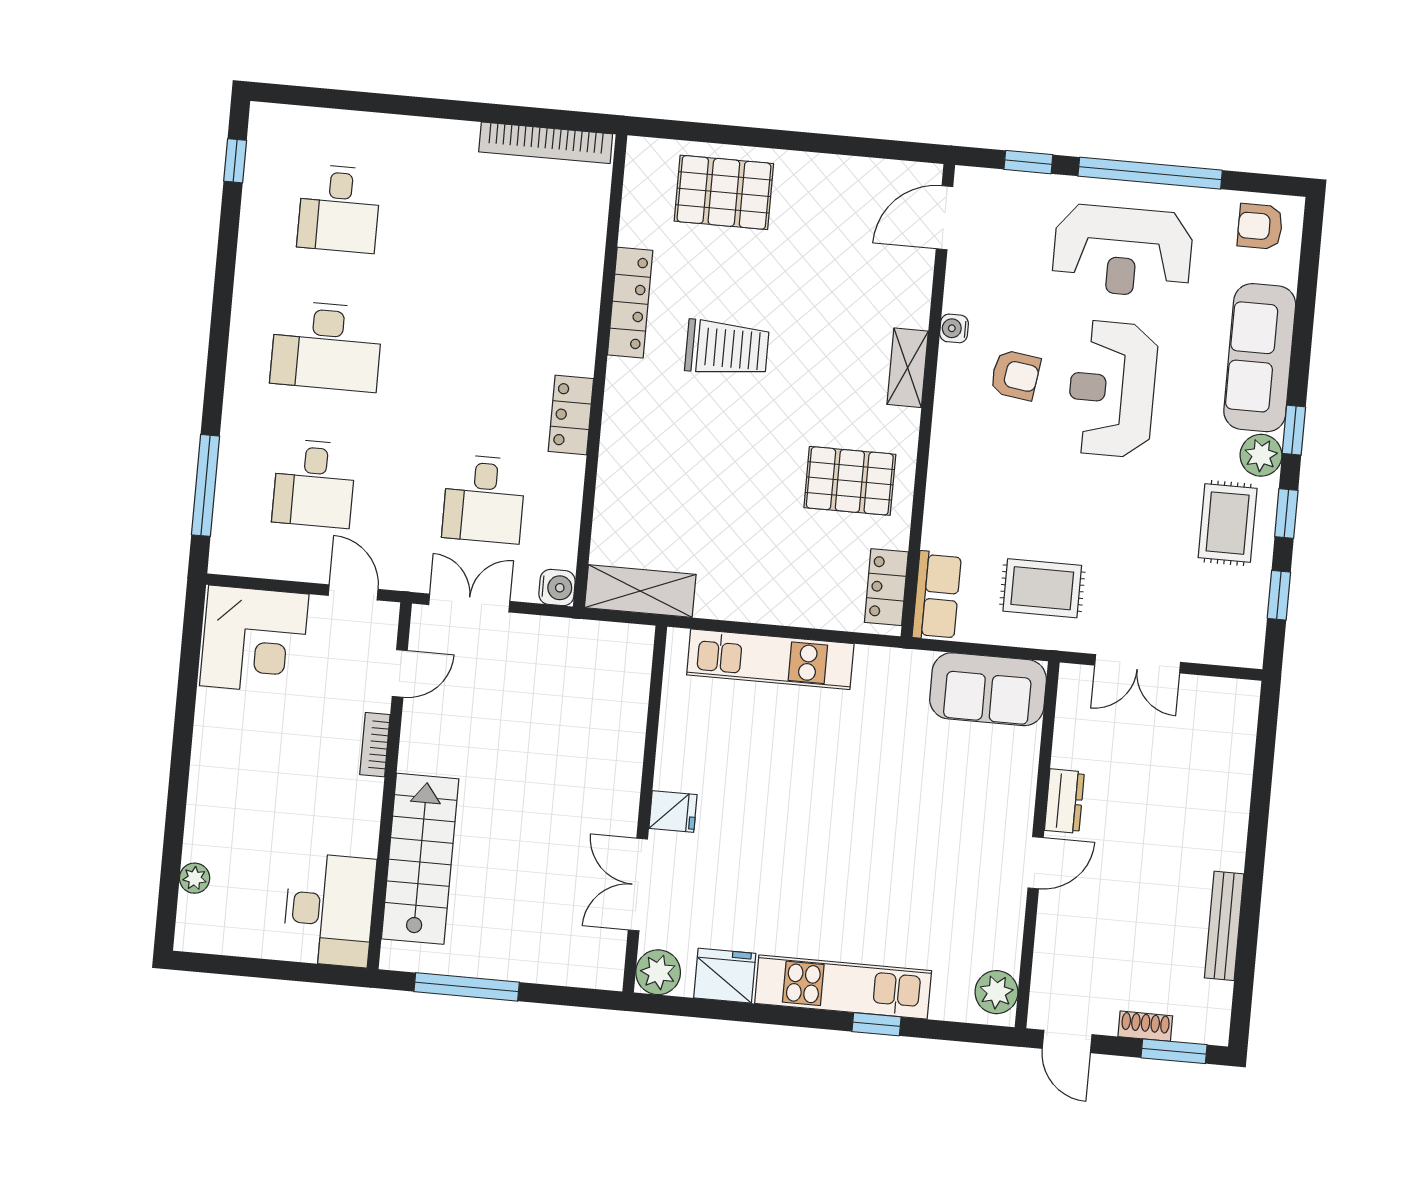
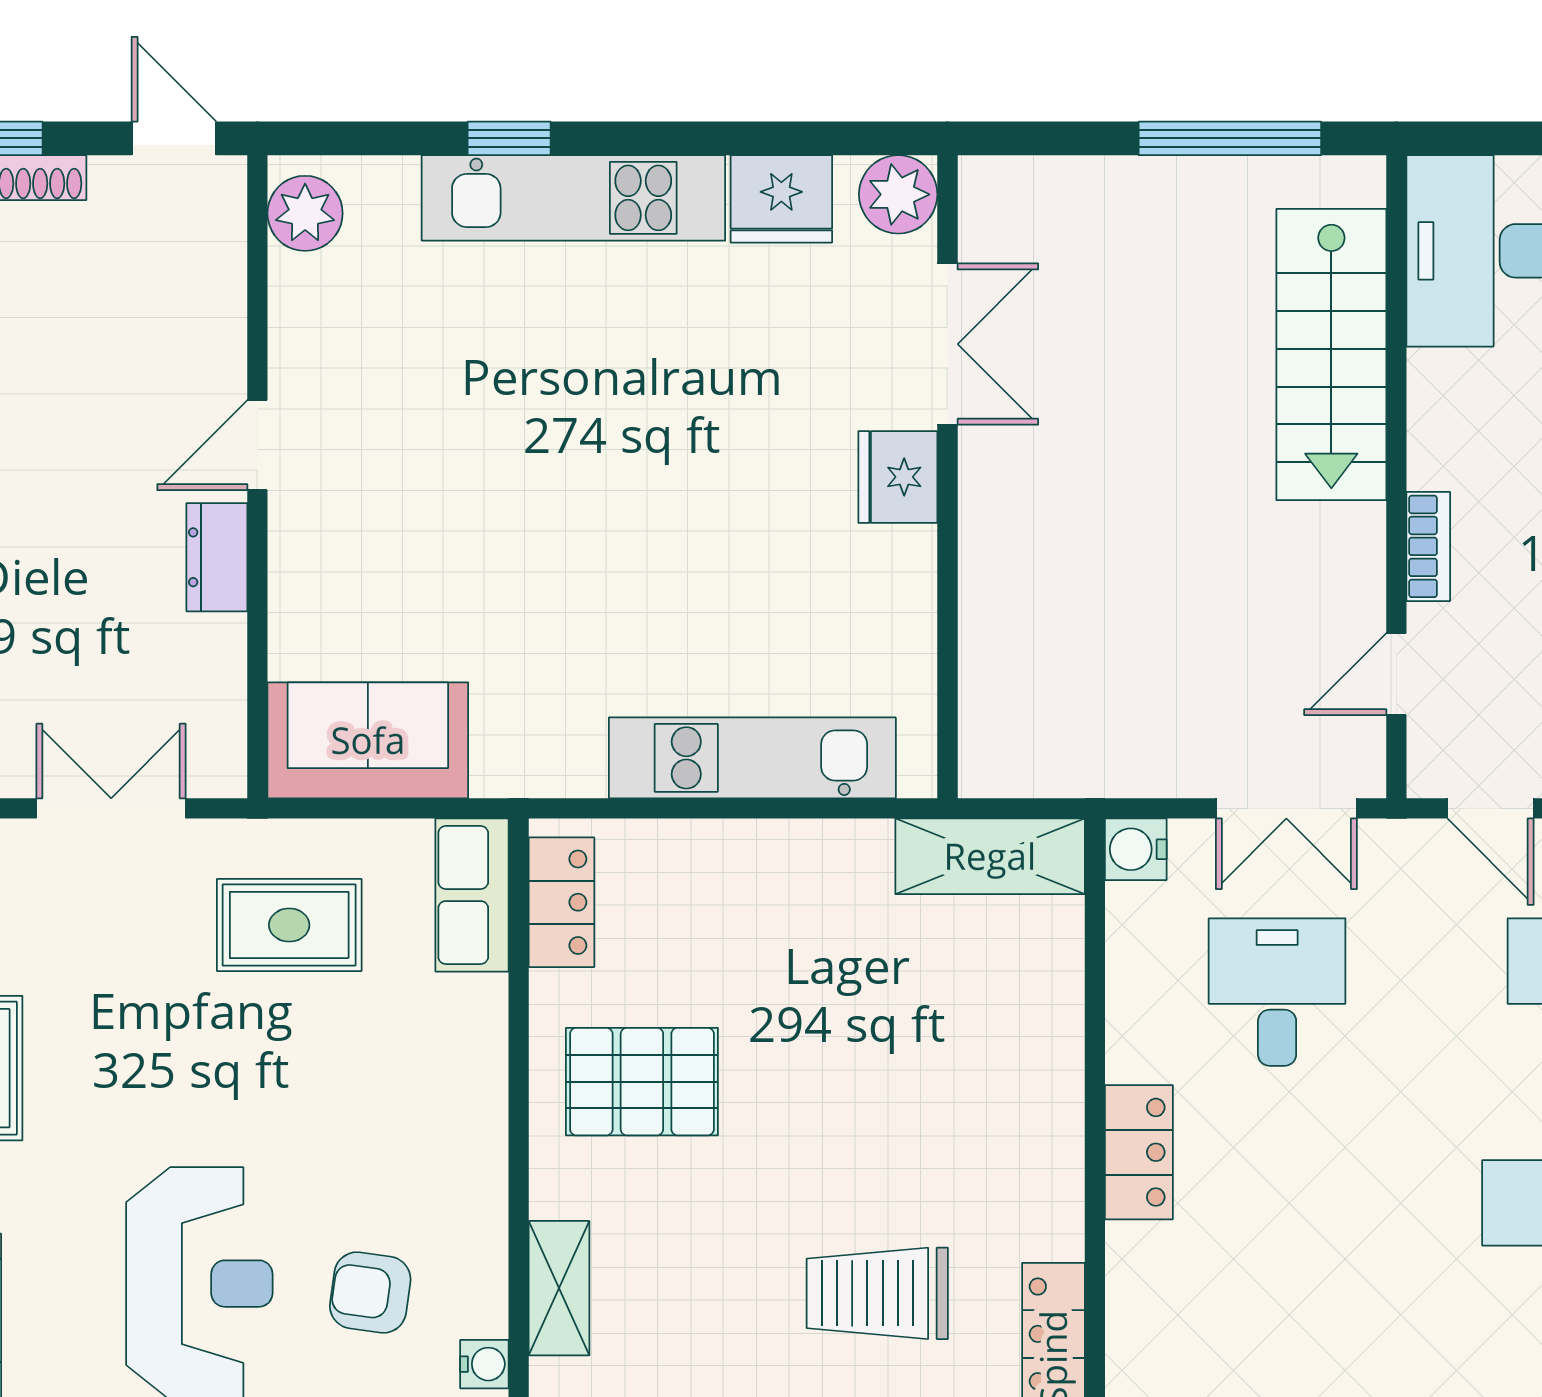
fridge: (673, 812) -> (898, 477), width x1.38

